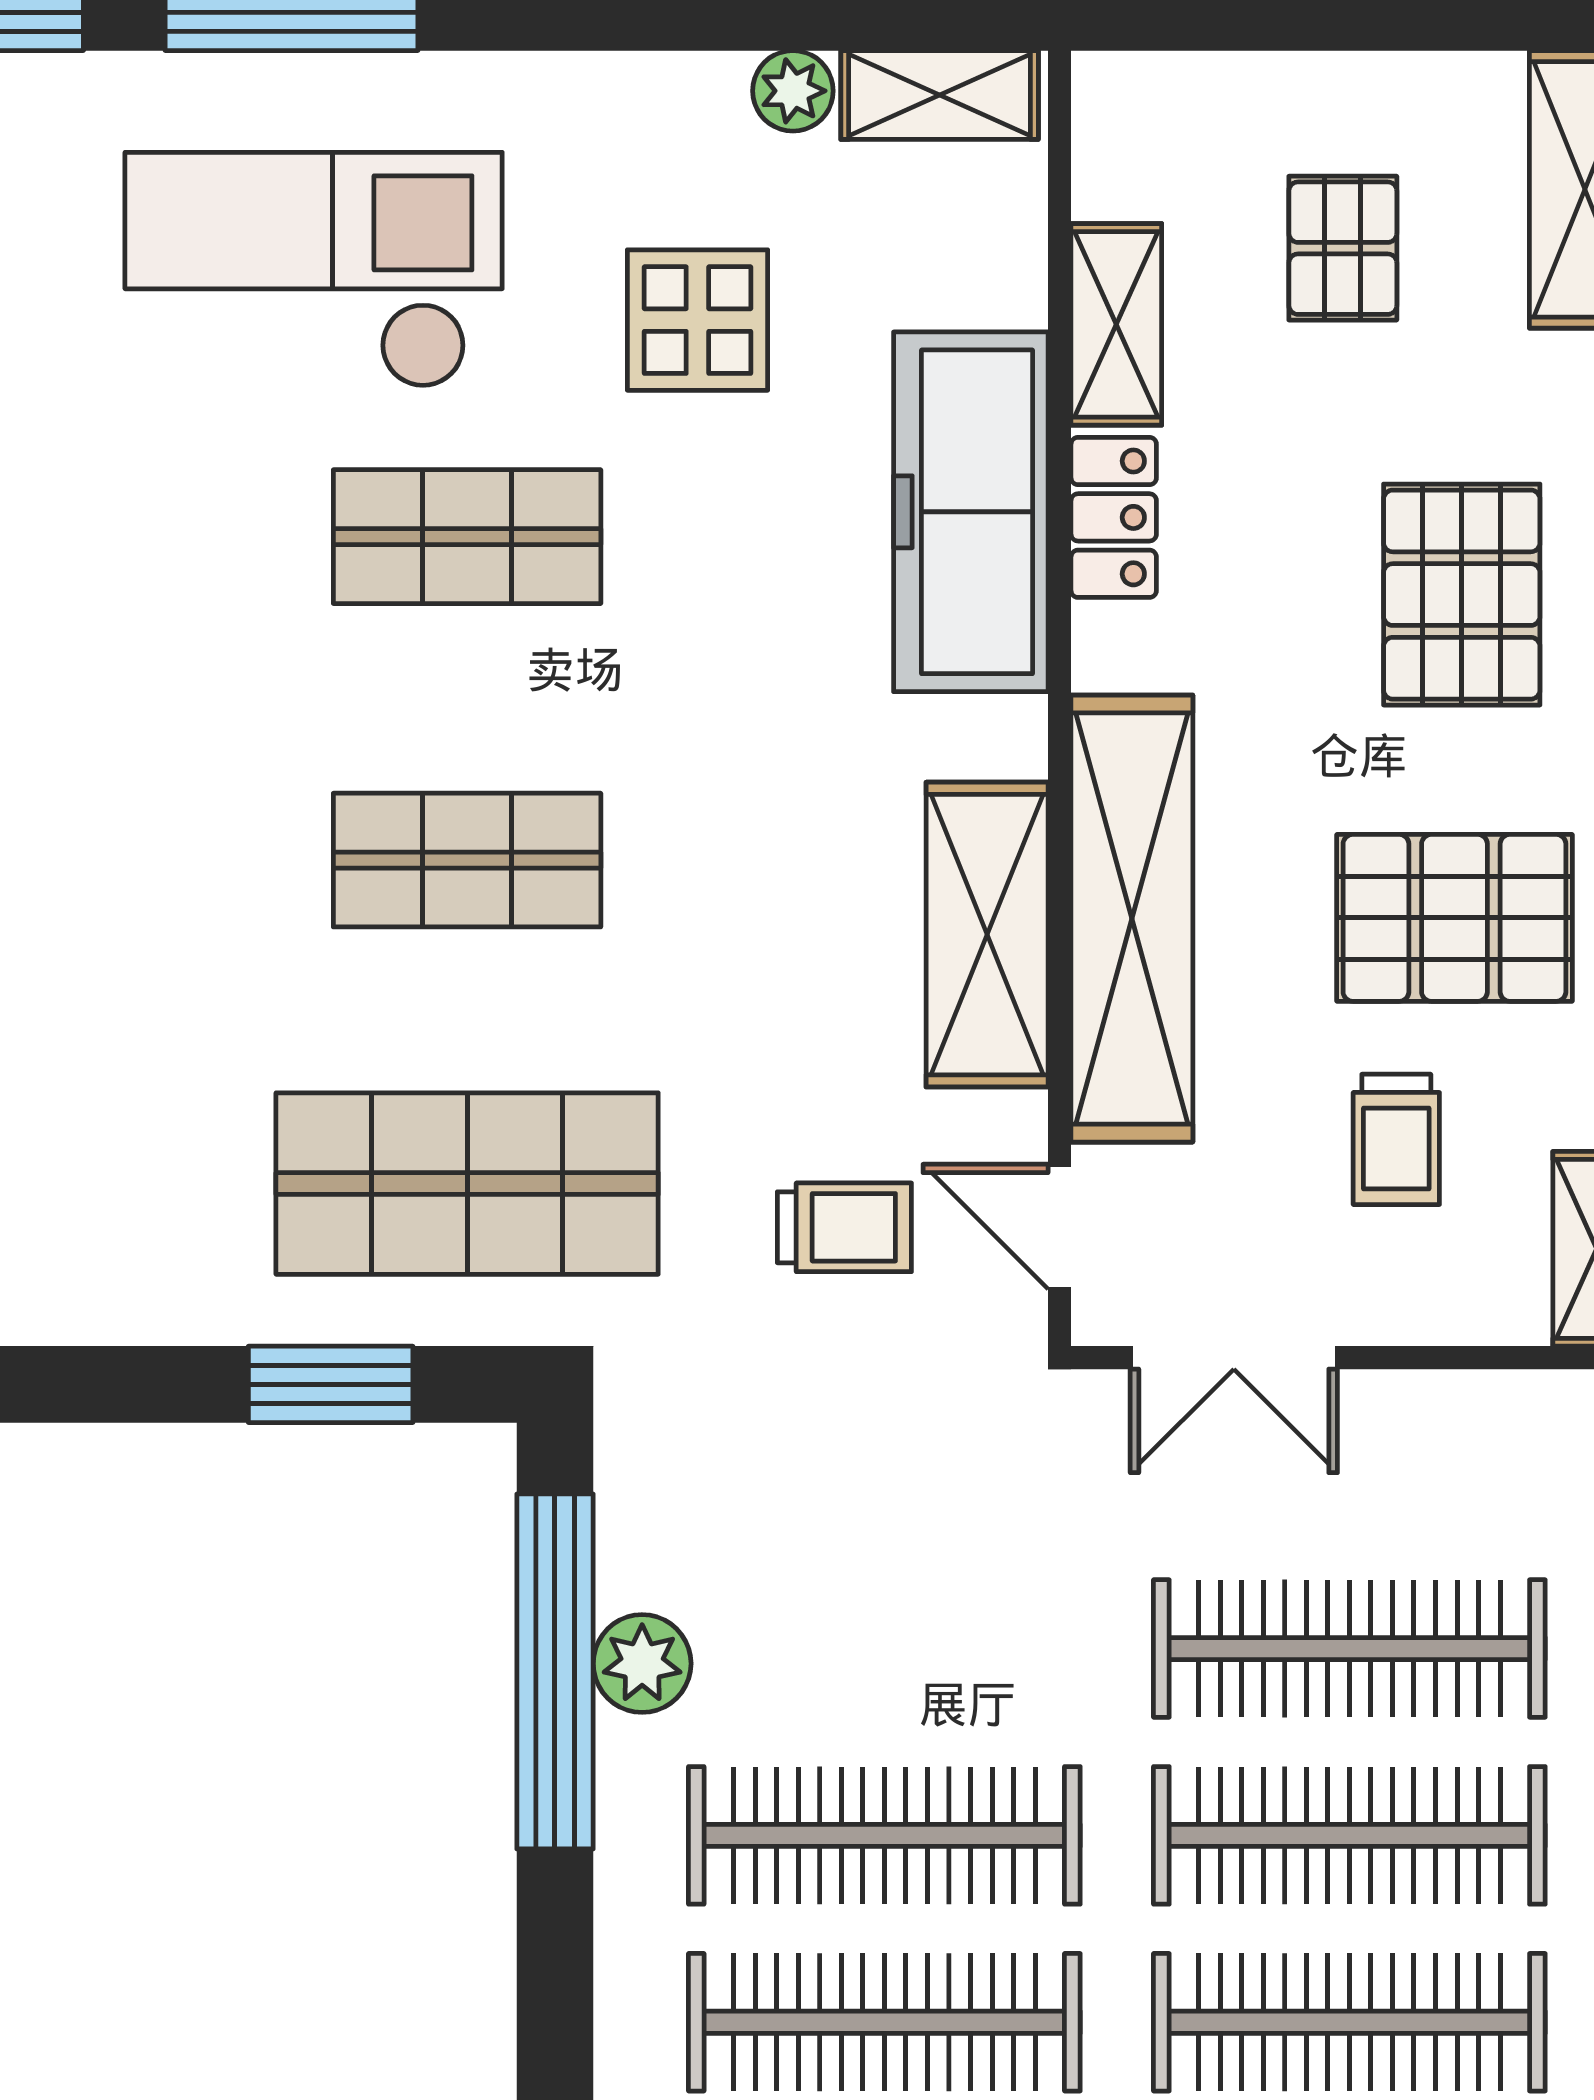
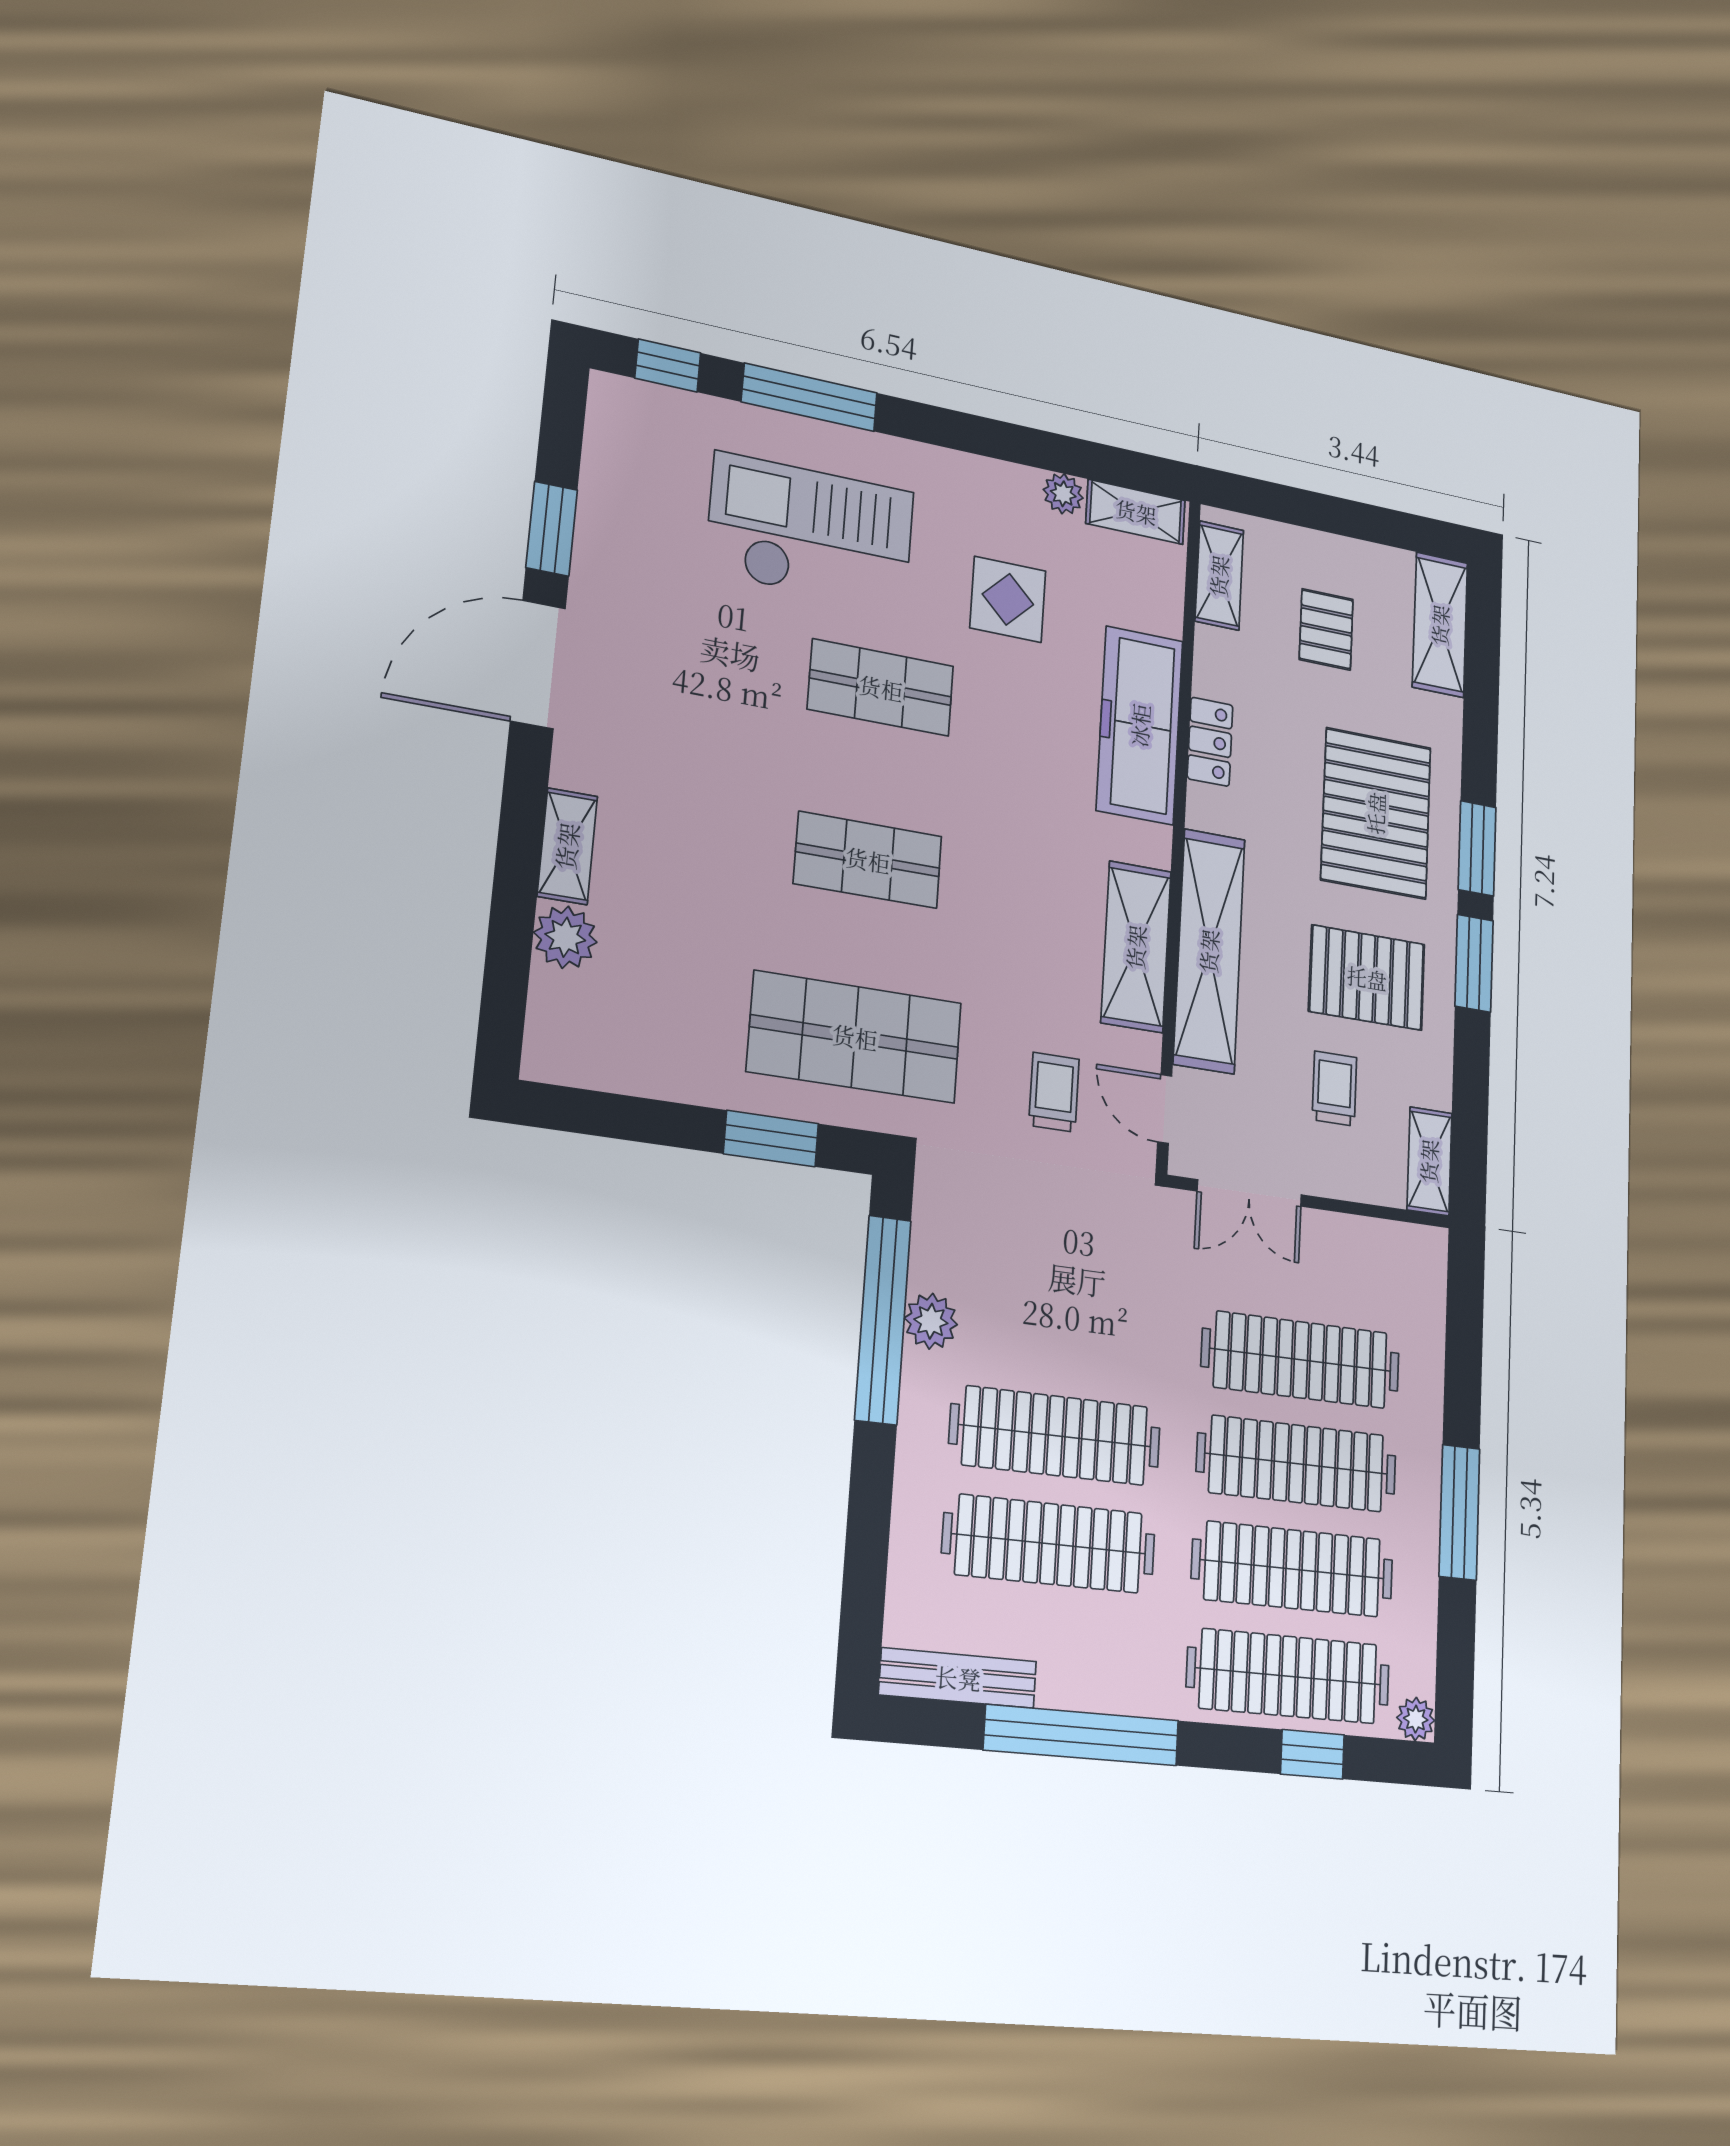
shelving: (1116, 324) -> (1219, 576), moved
pallet: (1462, 595) -> (1376, 813), width x1.37, depth x1.41
trolley: (1396, 1139) -> (1335, 1089), turned 180
trolley: (844, 1227) -> (1054, 1092), turned -90

